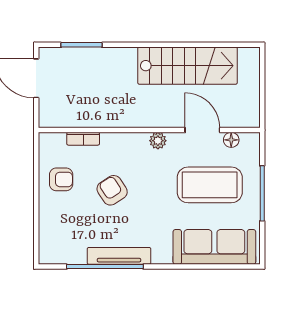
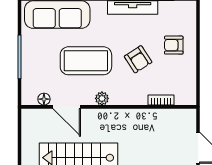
armchair: (61, 179) -> (174, 45), moved
coffee table: (210, 185) -> (86, 61), moved

